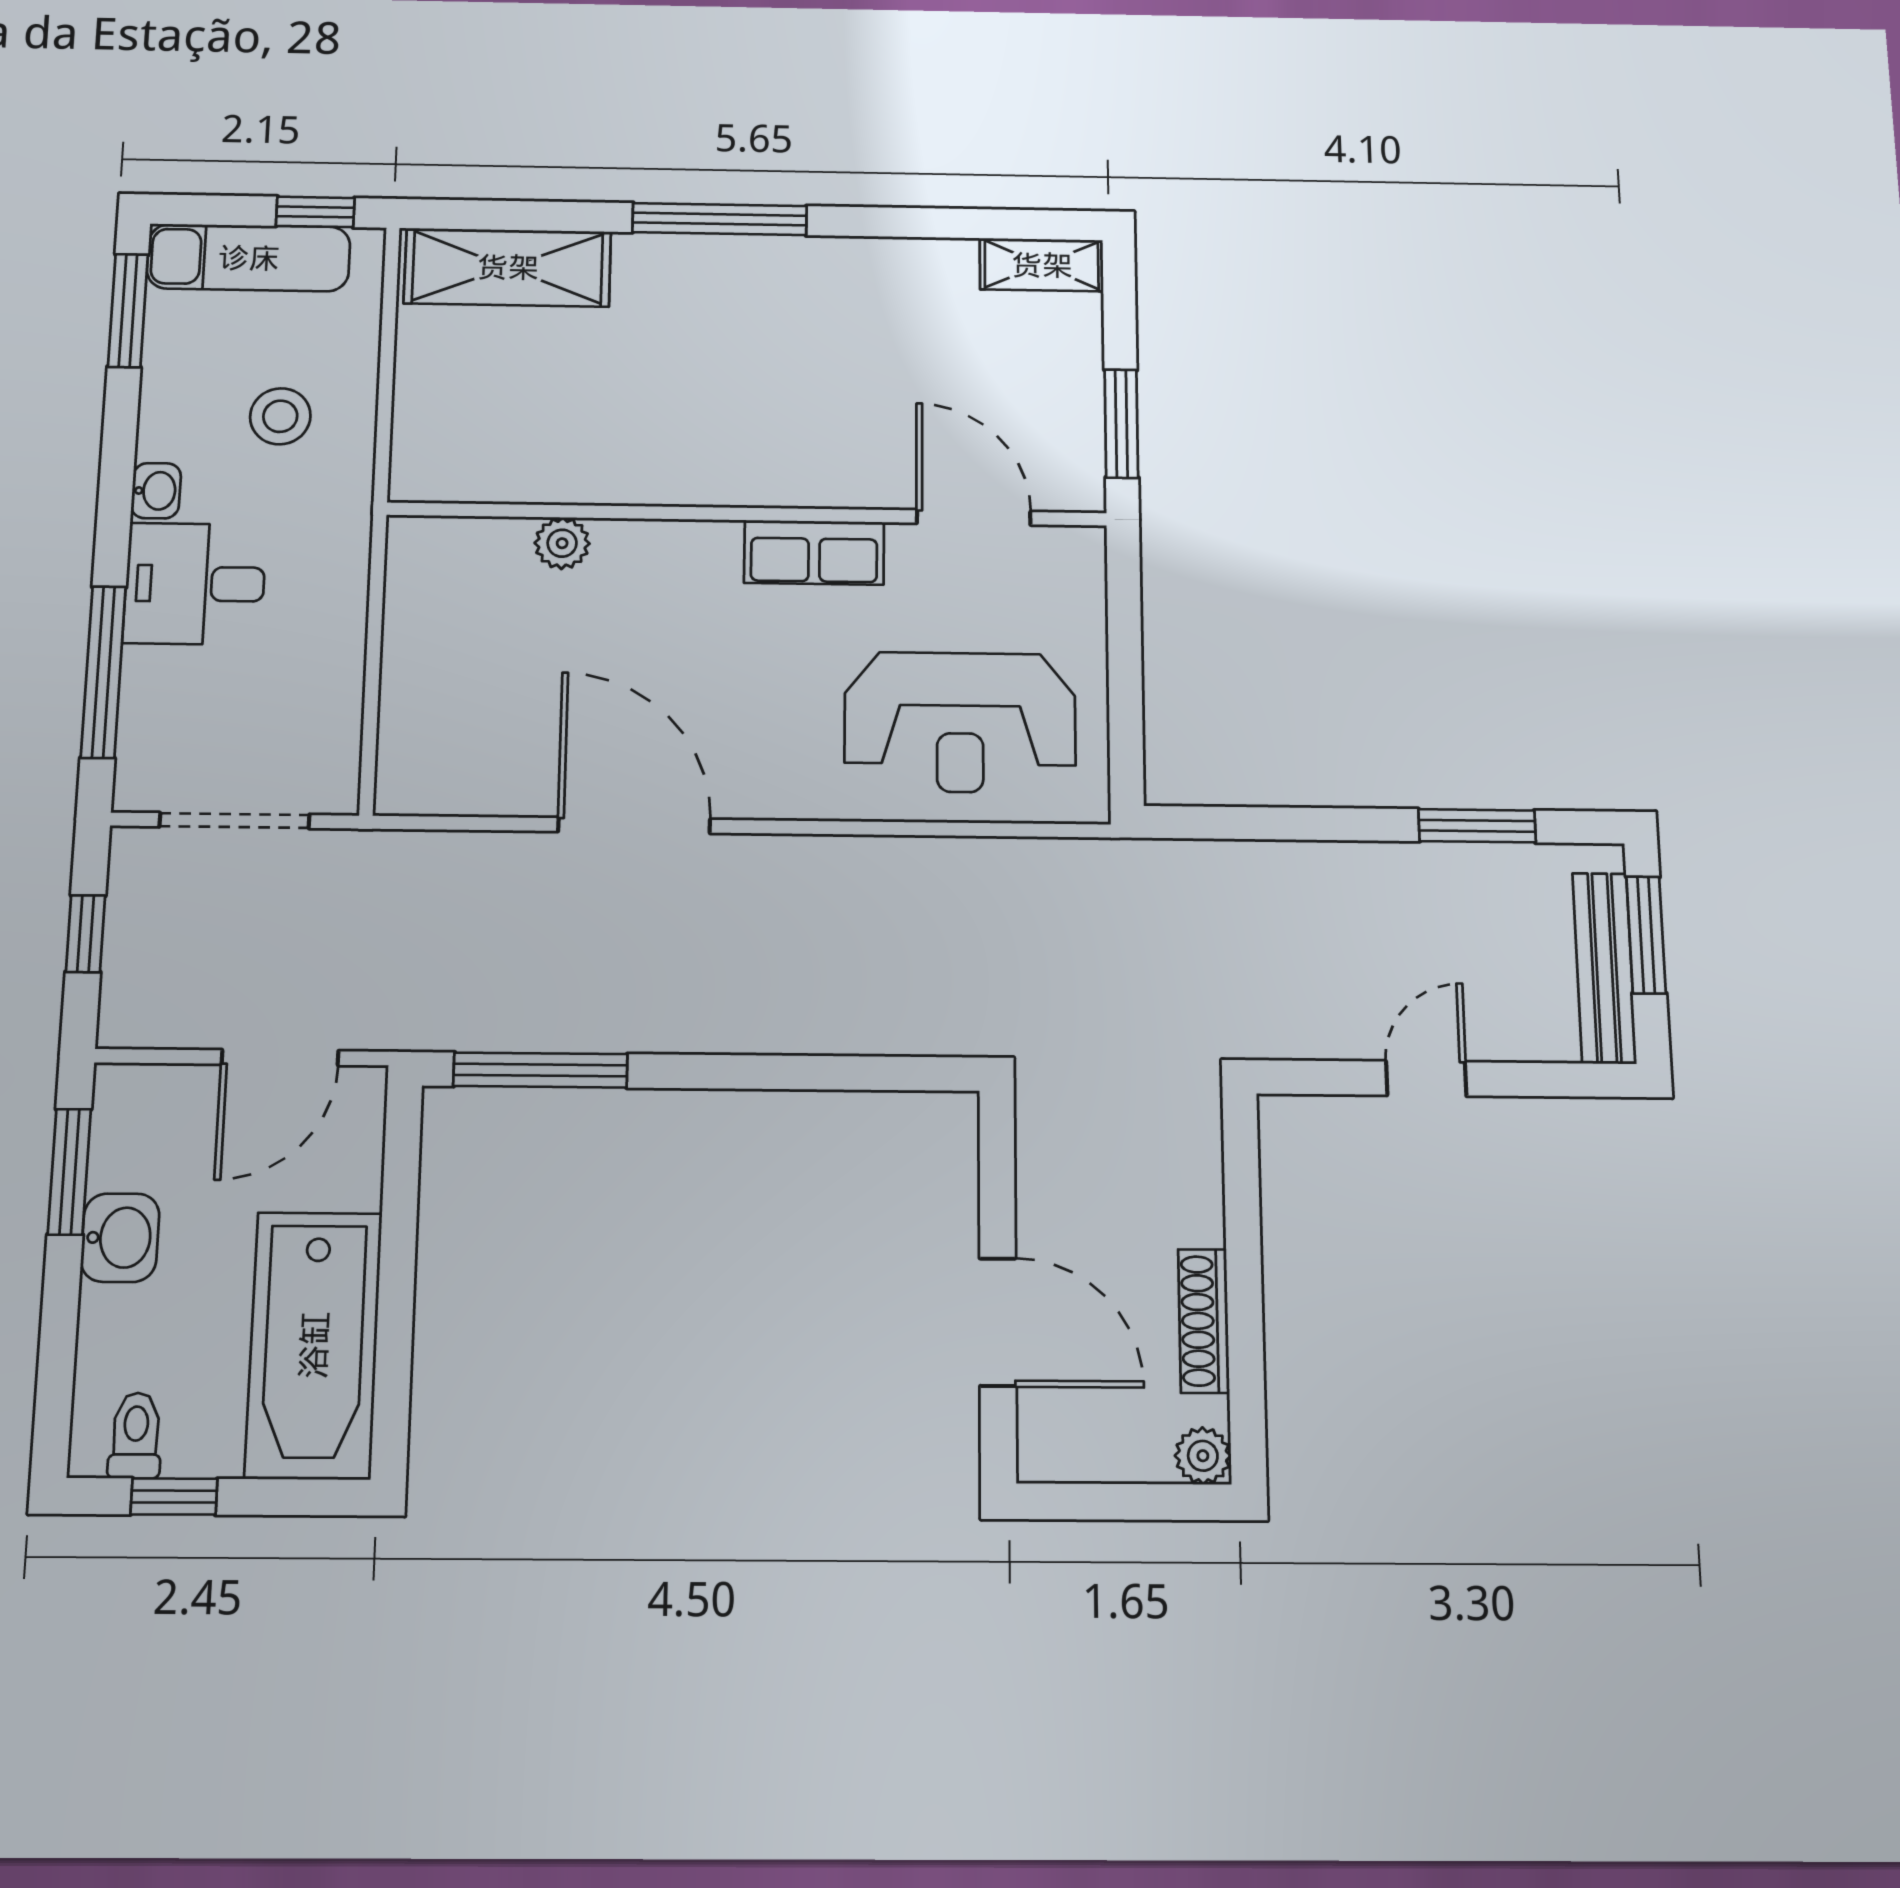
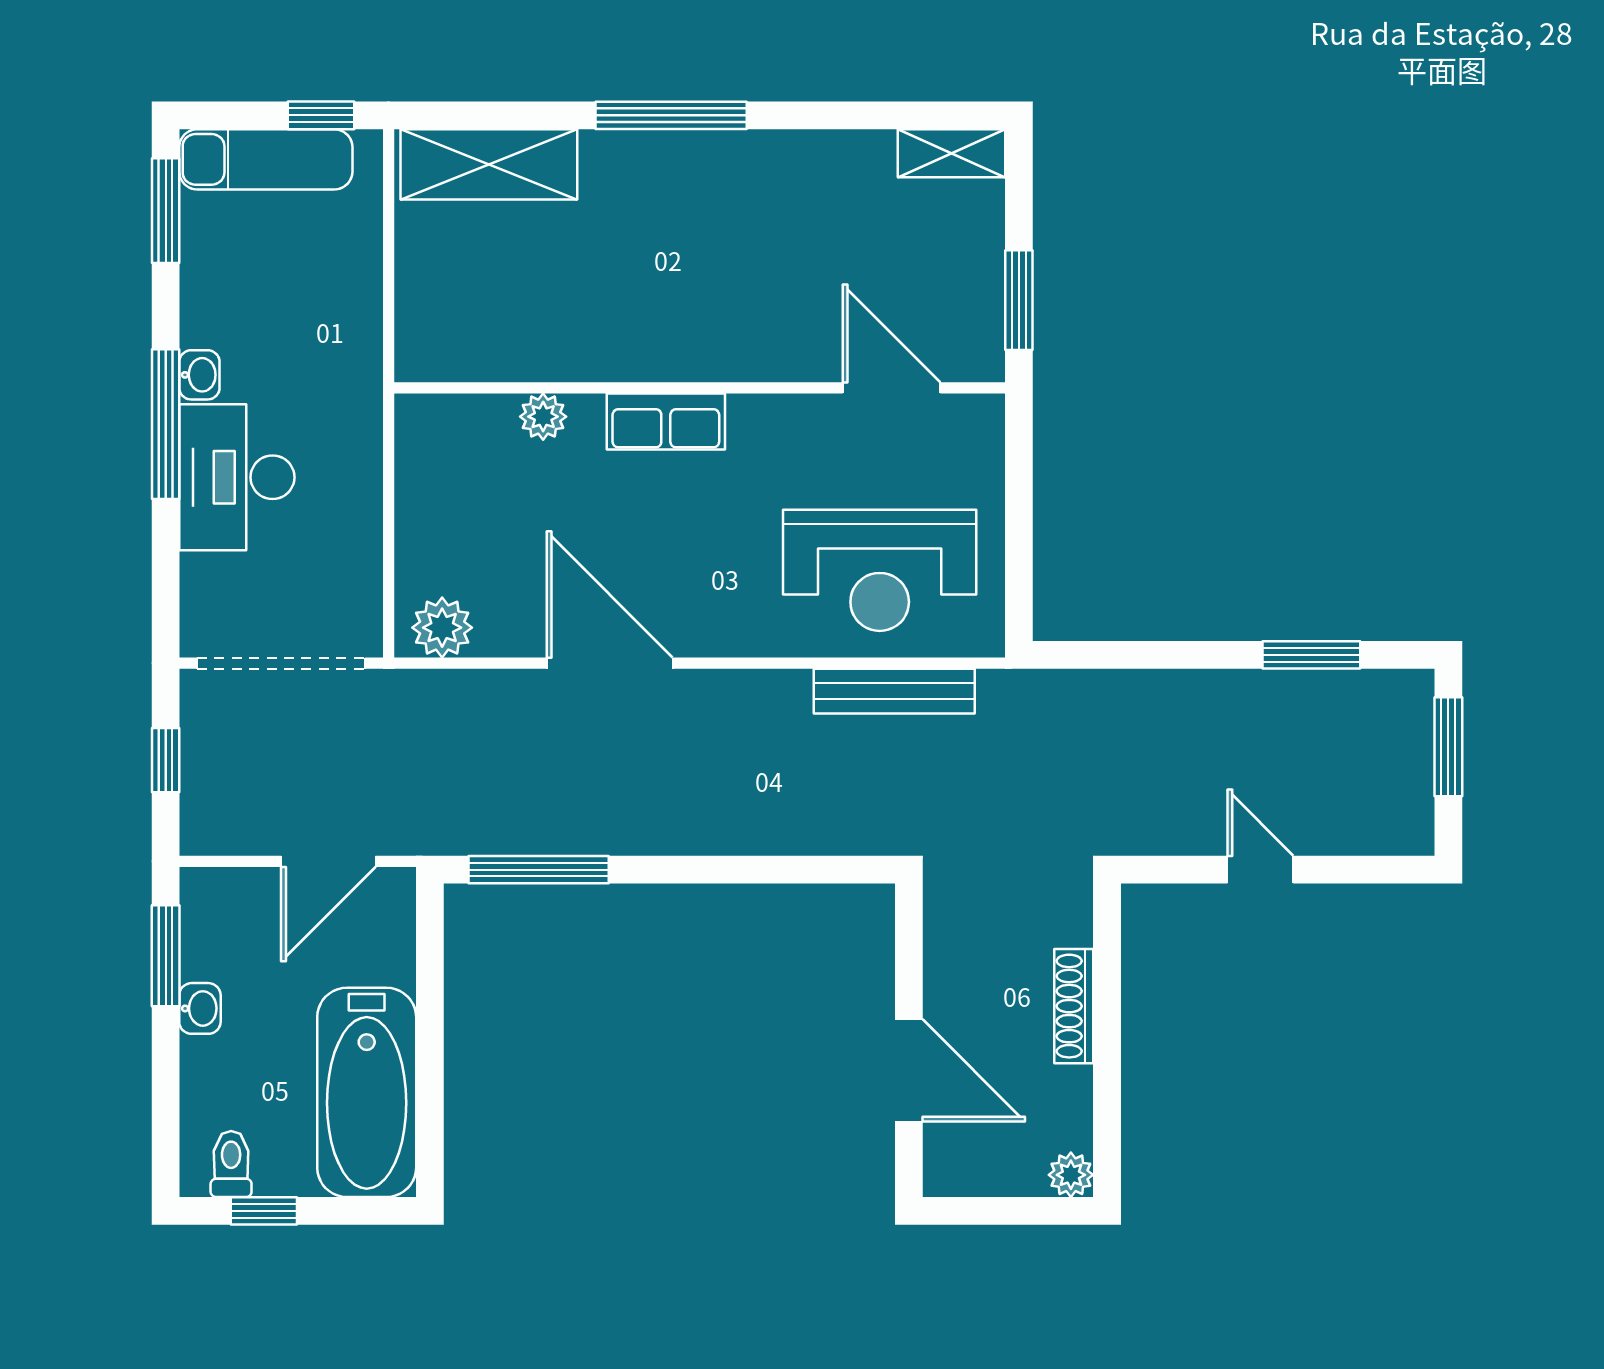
stool: (280, 416) -> (300, 306), removed
row of seats: (814, 552) -> (666, 422), moved
desk: (195, 584) -> (237, 477), width x1.37
window: (103, 672) -> (166, 424), moved
plant: (433, 782) -> (442, 628), added
doorway: (235, 821) -> (281, 663), width x1.36
bench: (1604, 968) -> (894, 691), moved, turned 90
door: (1426, 1079) -> (1260, 870), hinge flipped
washbasin: (120, 1238) -> (200, 1008), width x0.72, depth x0.69
shoe rack: (1204, 1321) -> (1074, 1006), moved

